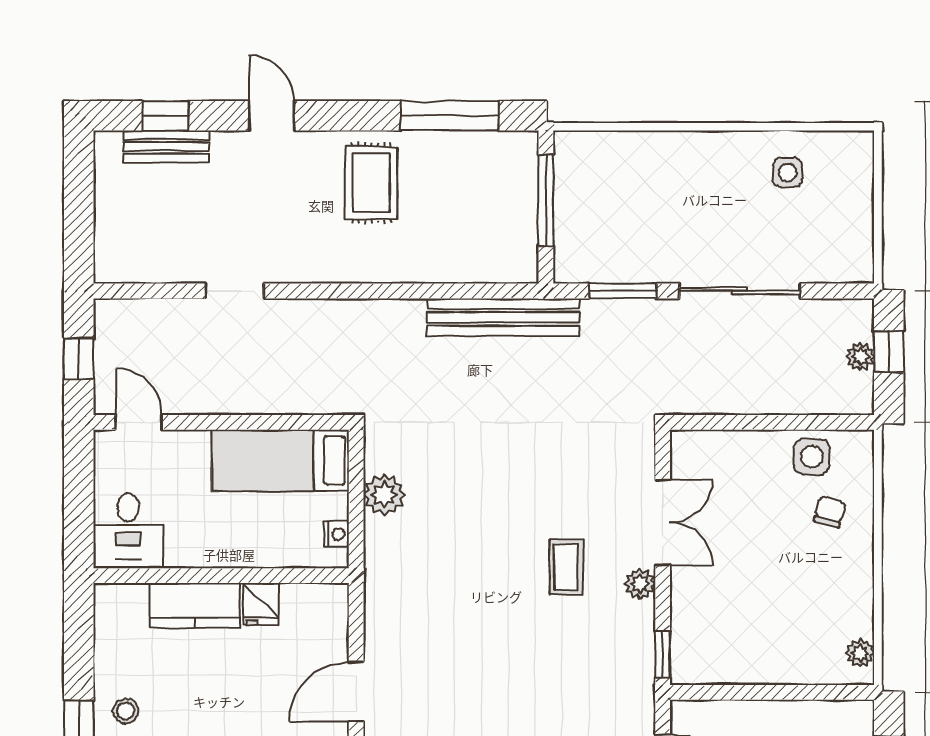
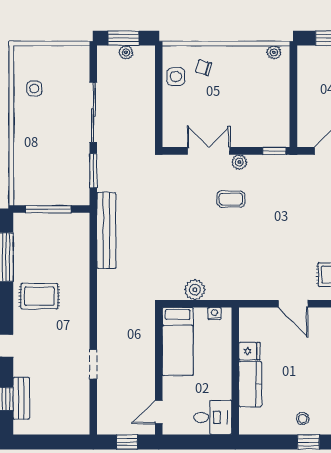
window: (889, 352) -> (123, 38), width x1.50

